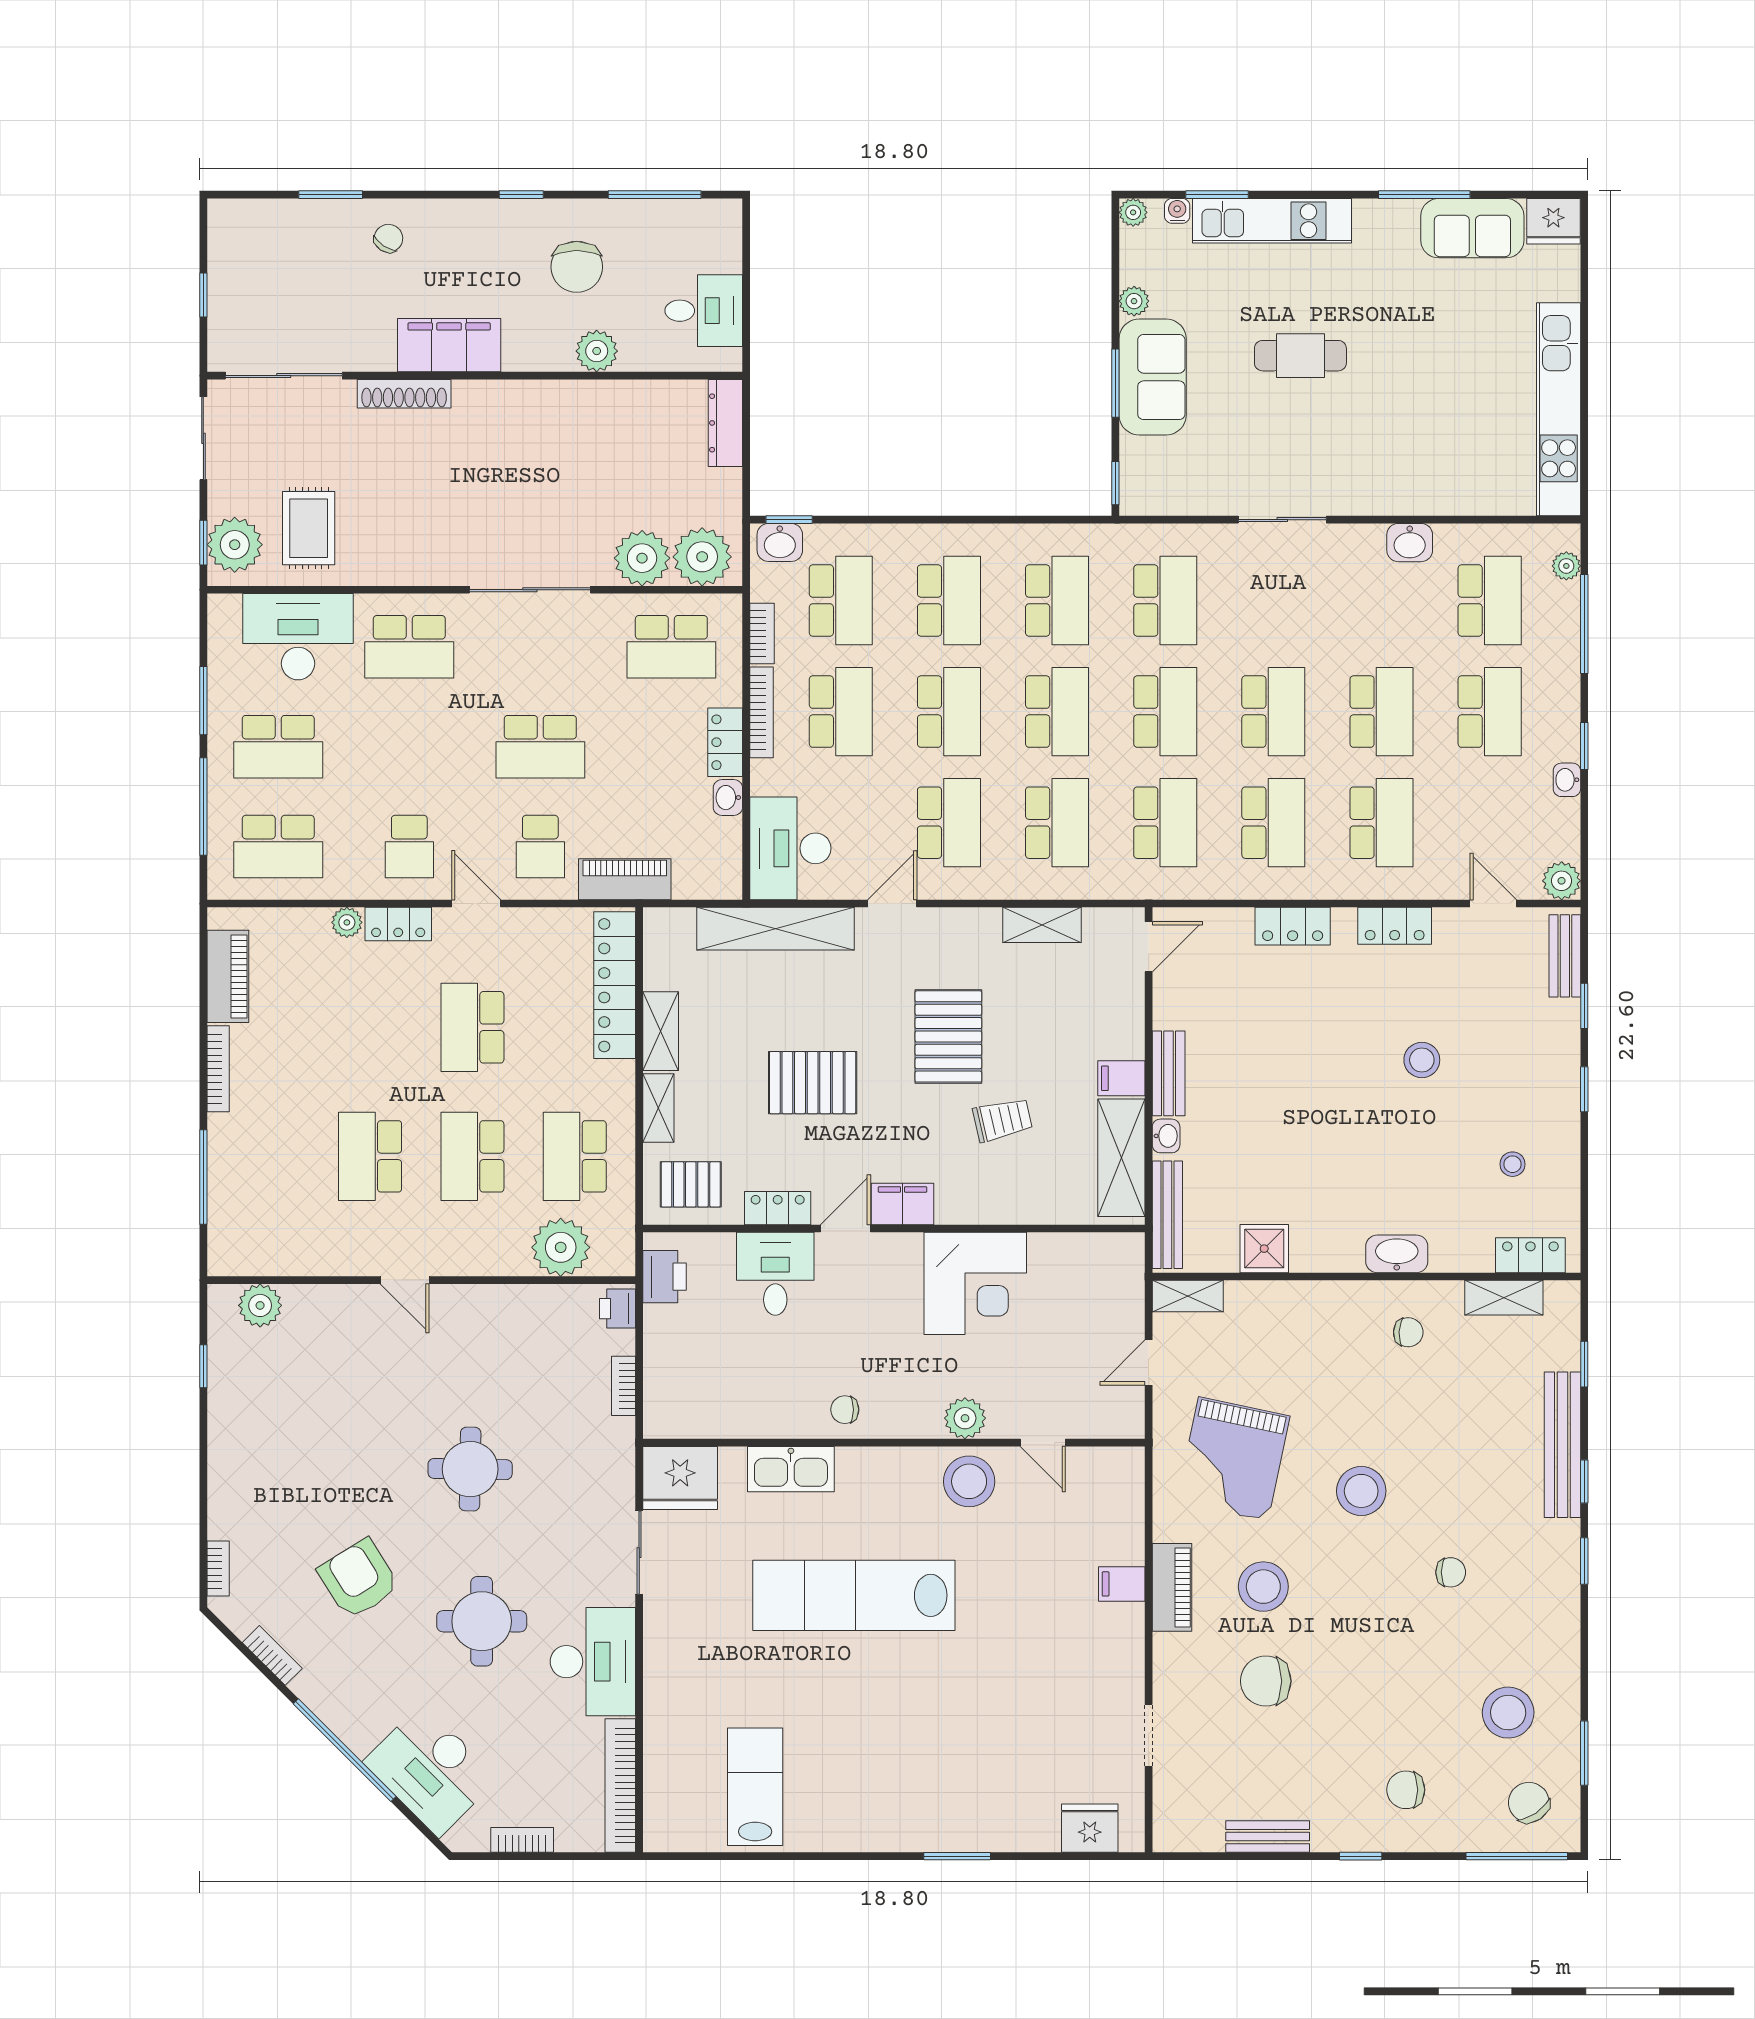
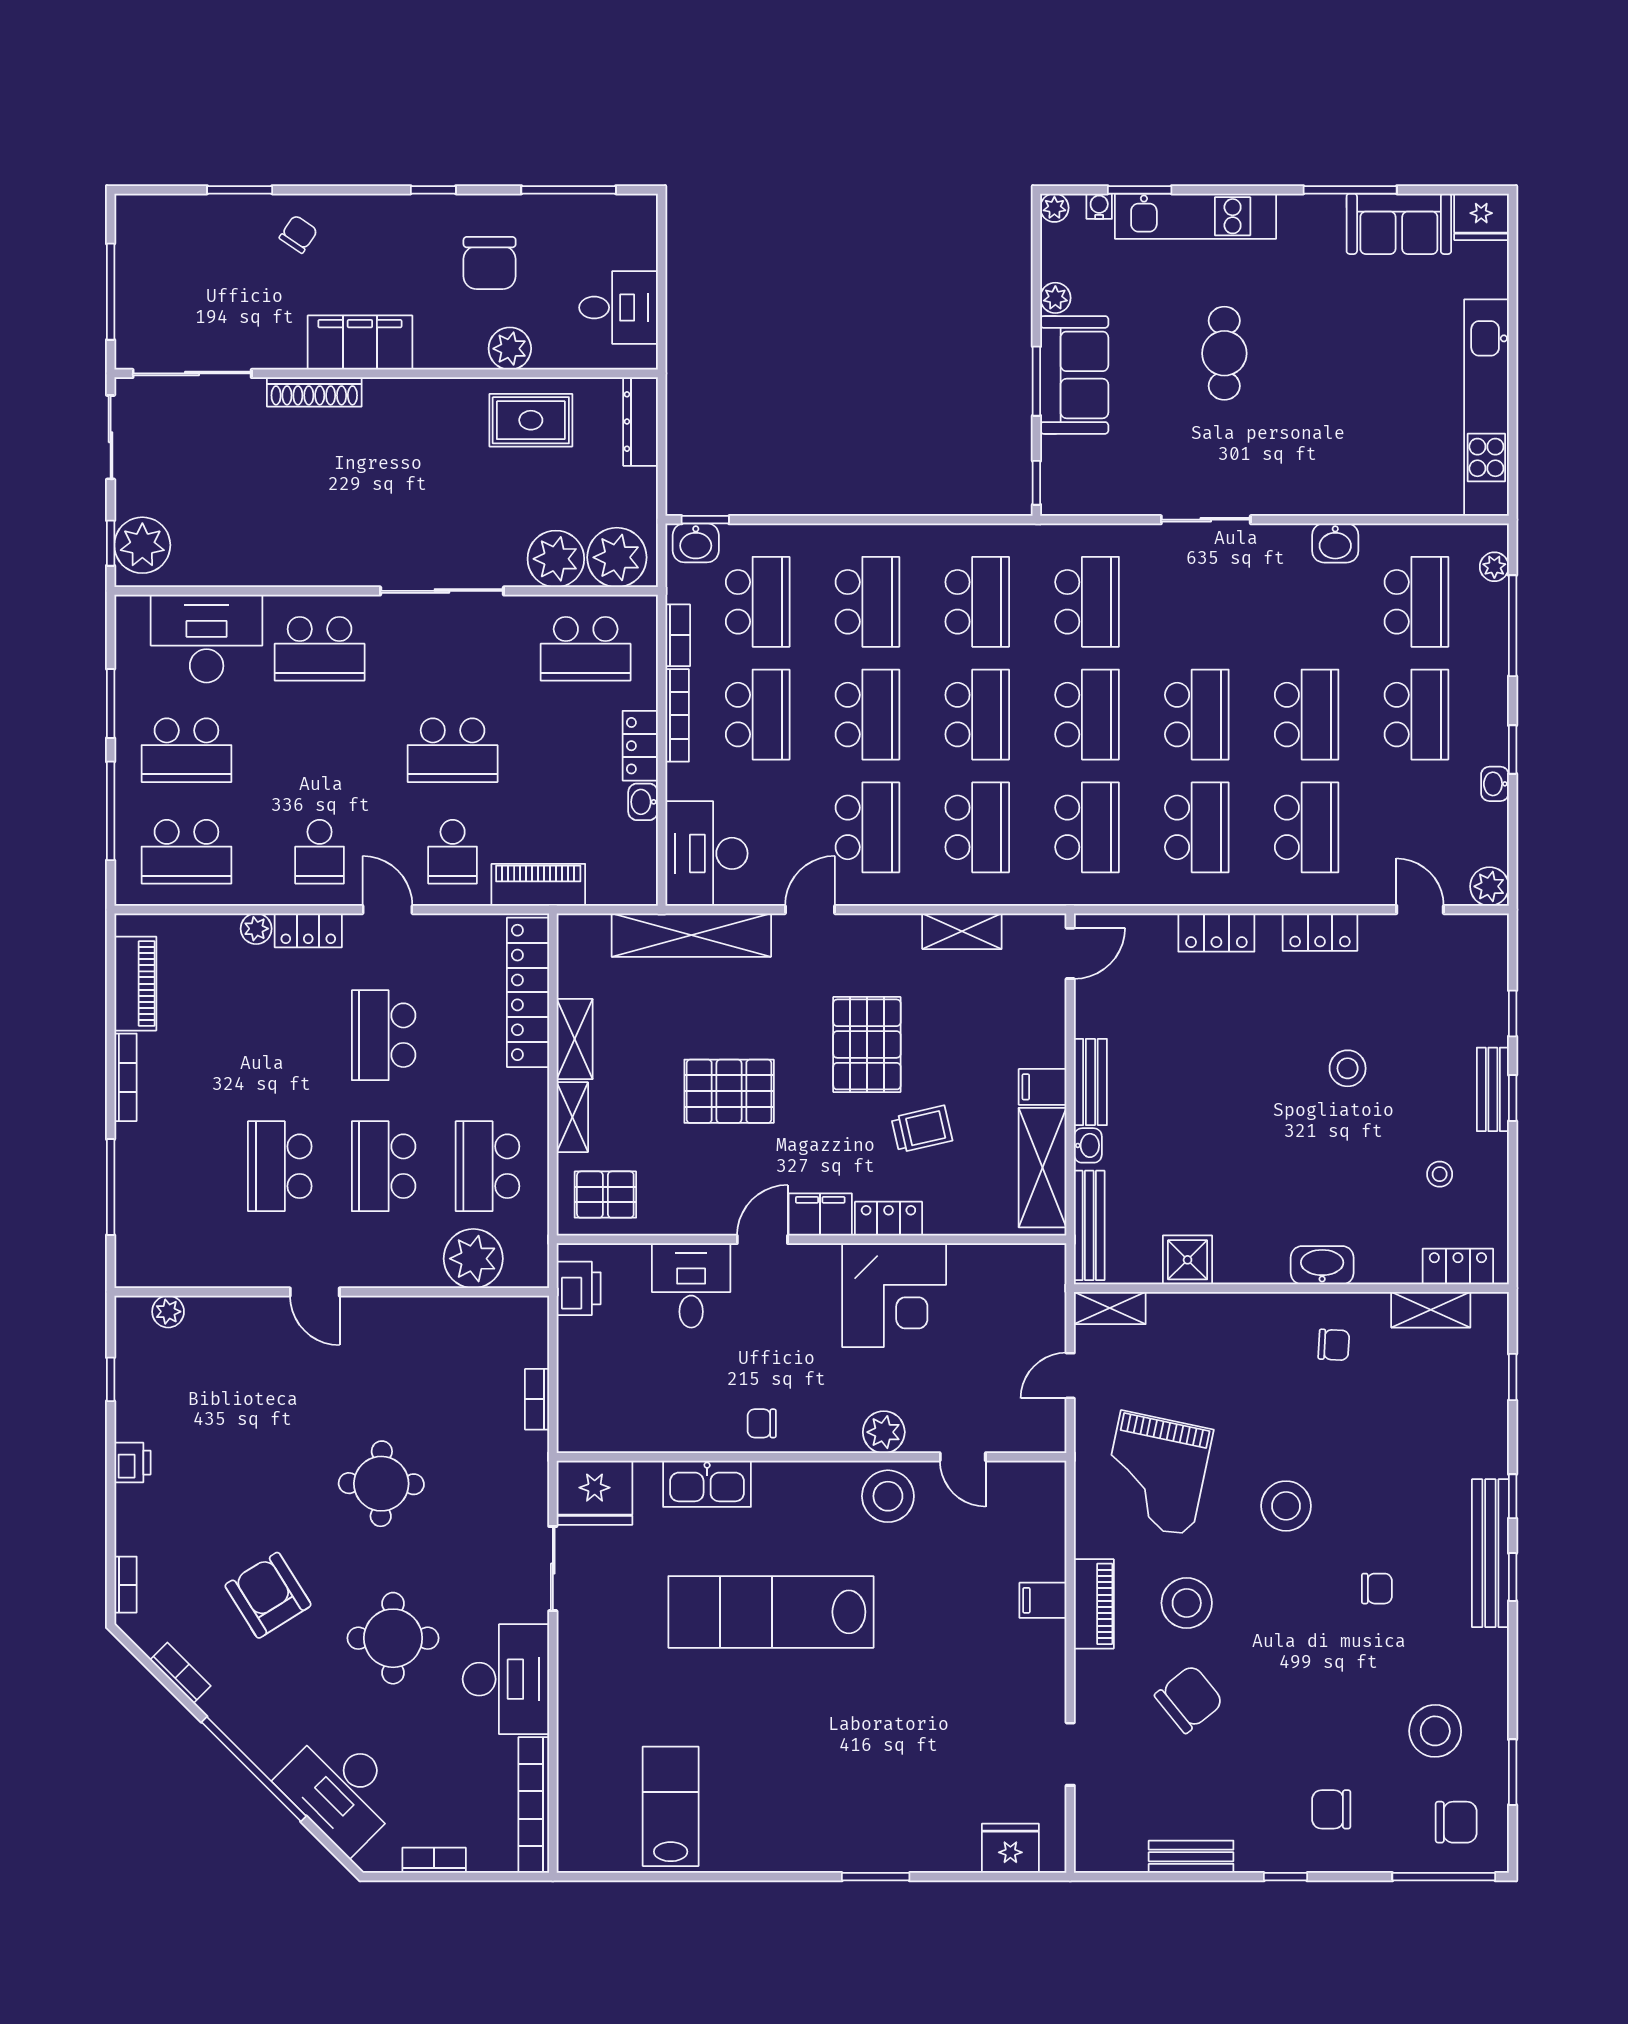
window: (203, 295) -> (111, 292), width x2.17
cafe table: (1300, 356) -> (1224, 353), turned 90
rug: (309, 528) -> (531, 420), moved, turned 90
bench: (1565, 956) -> (1493, 1089), moved
locker: (778, 1208) -> (888, 1219), moved
plant: (260, 1305) -> (168, 1312), width x0.73, depth x0.73
printer: (618, 1309) -> (132, 1463), moved, turned 180
bench: (1562, 1445) -> (1490, 1553), moved
chair: (1266, 1681) -> (1189, 1699), turned 141
chair: (1529, 1802) -> (1456, 1822), turned 124

